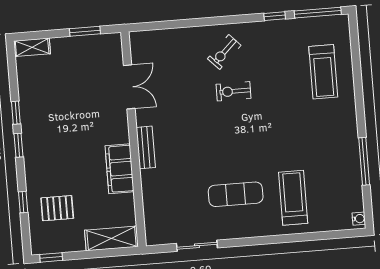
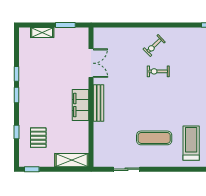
window: (275, 16) -> (189, 25), removed
shelving: (32, 47) -> (42, 32), moved
bench: (146, 147) -> (99, 103), width x1.36
filing cabinet: (120, 169) -> (81, 105), moved
pallet: (57, 208) -> (38, 138), turned 90

